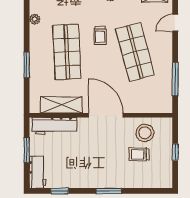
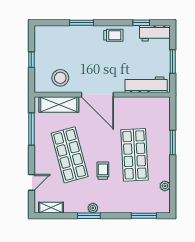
shelving: (61, 105) -> (59, 104), moved
trolley: (139, 154) -> (113, 35), moved
workbench: (38, 172) -> (155, 33), moved, turned -90
window: (109, 191) -> (81, 23), moved

